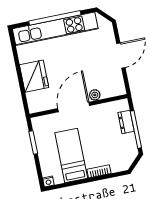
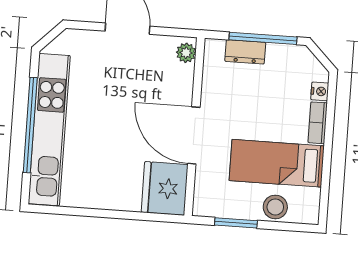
fridge: (34, 76) -> (165, 188), moved, turned -90
plant: (95, 95) -> (186, 53), moved
stool: (48, 161) -> (275, 207), added
nightstand: (48, 181) -> (320, 91), moved

